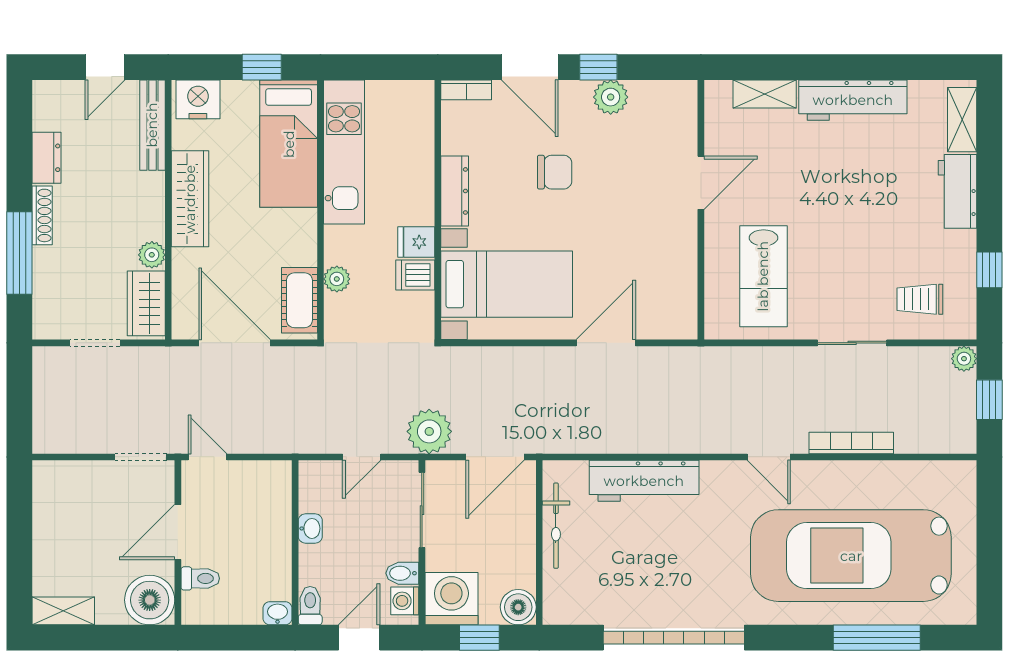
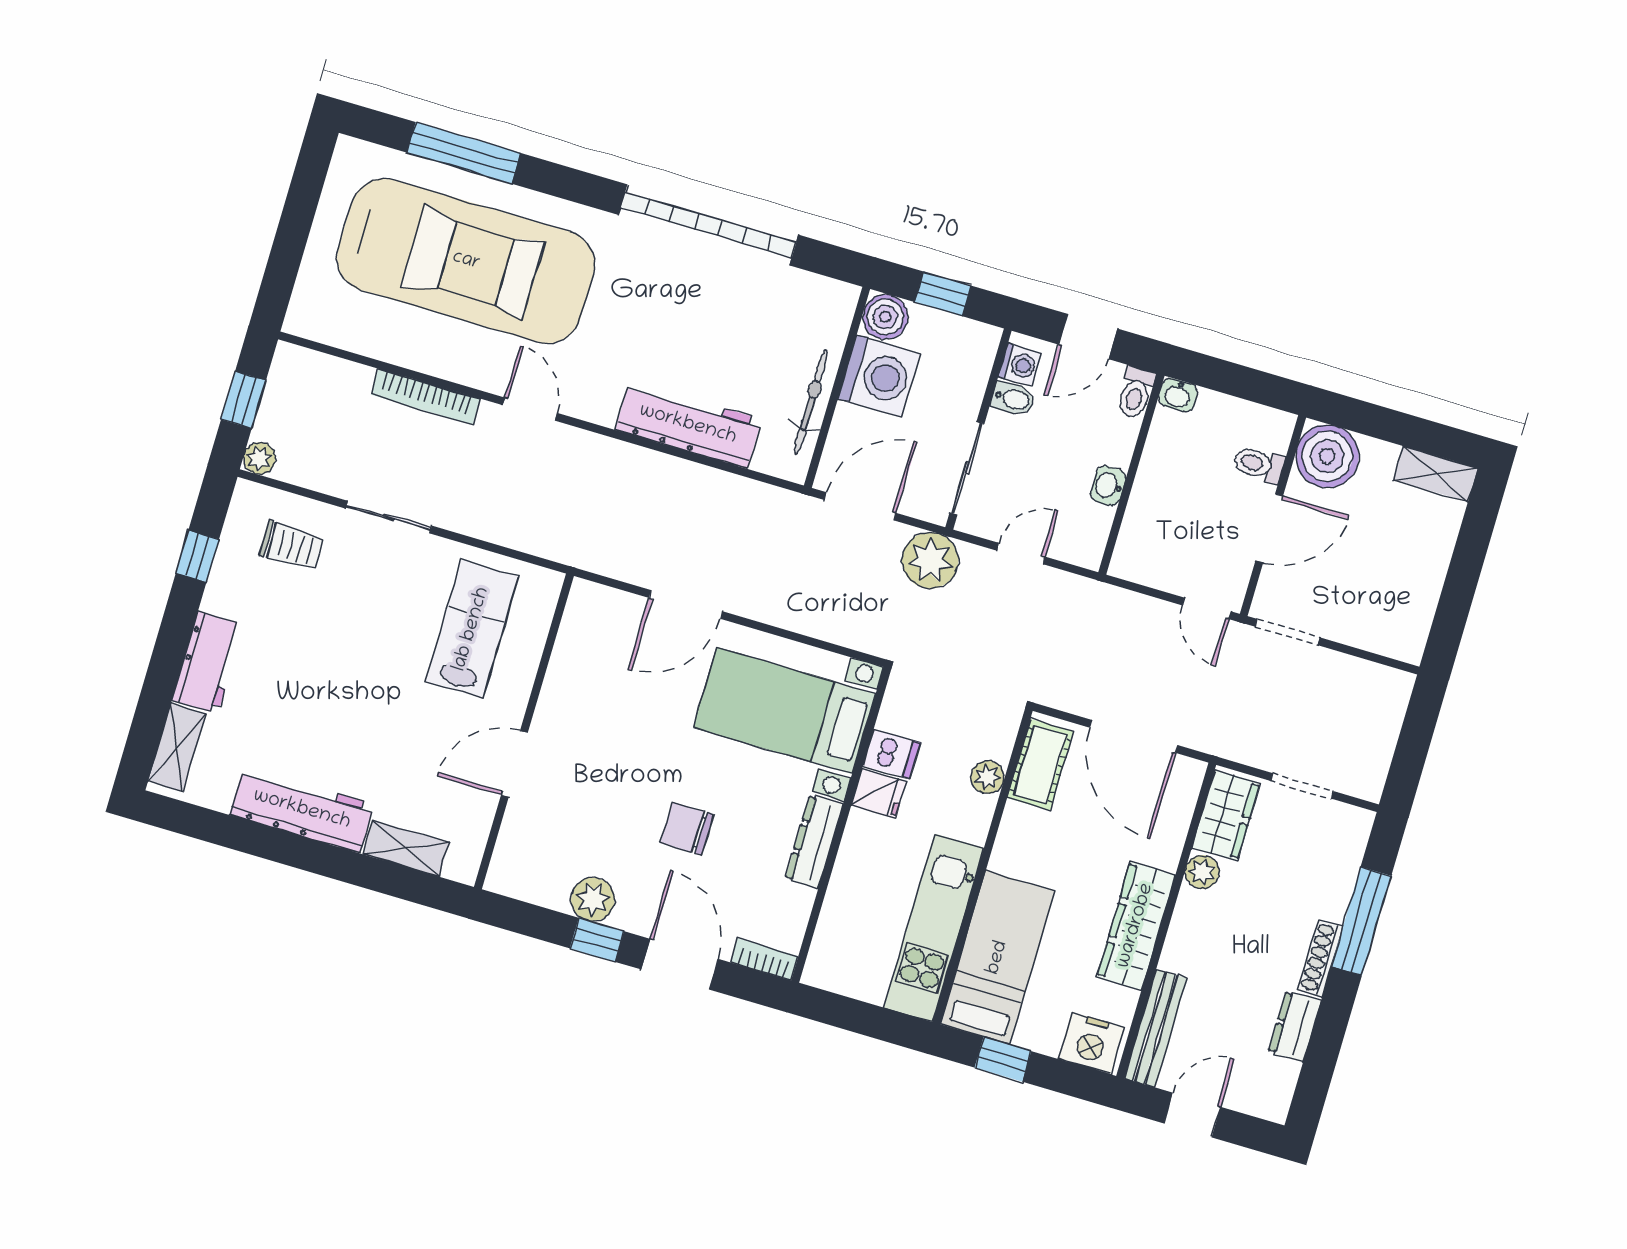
washing machine: (451, 599) -> (879, 376), moved, turned -90

